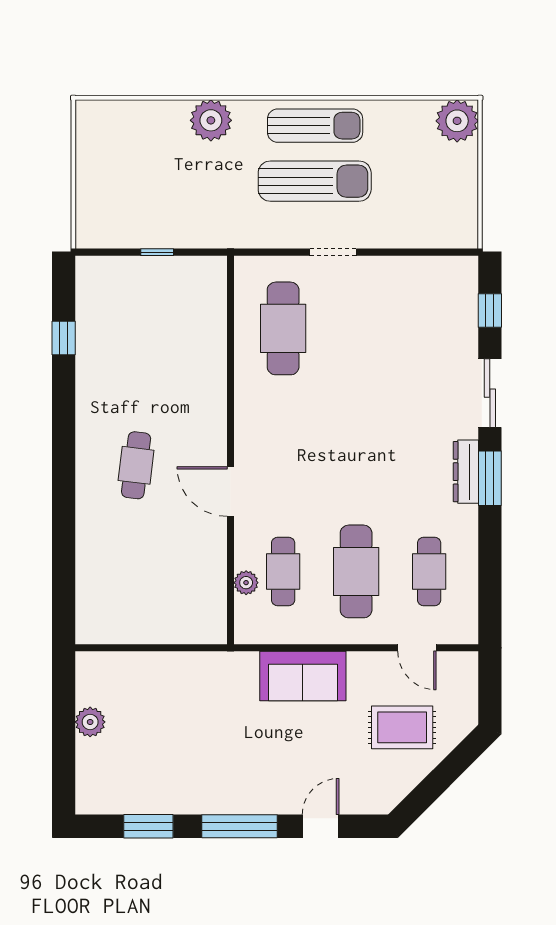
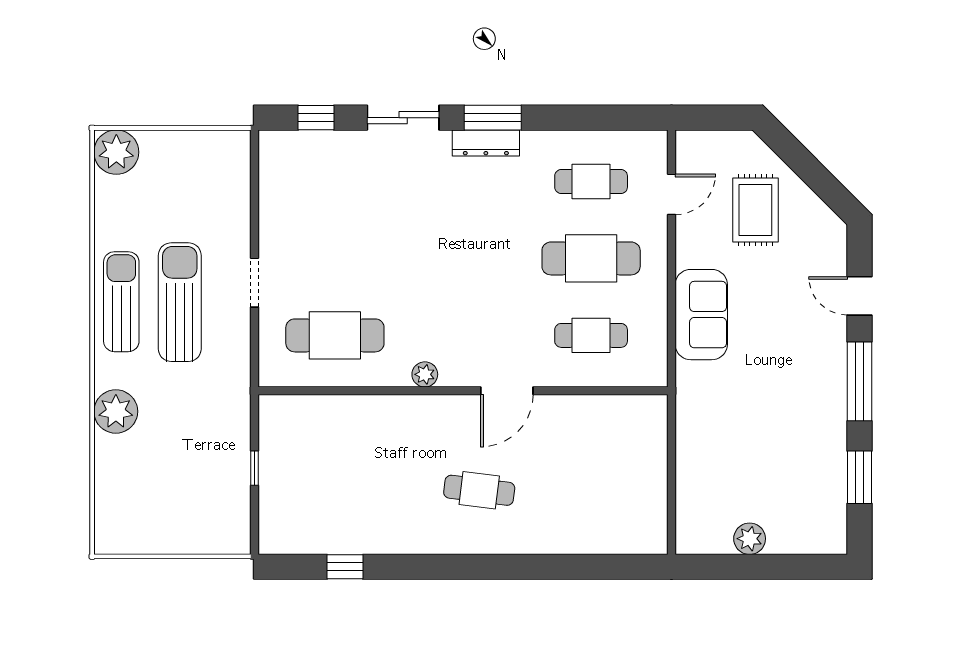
plant: (246, 583) -> (425, 374), moved

